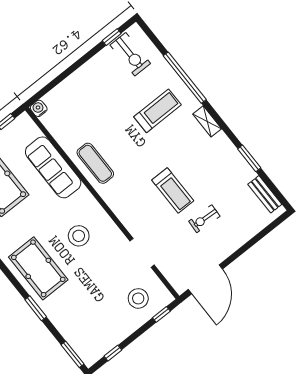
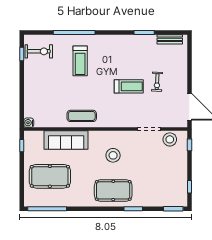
treadmill: (157, 111) -> (80, 61), turned 180
shelving: (207, 121) -> (107, 39), removed
stool: (138, 298) -> (170, 139), moved

